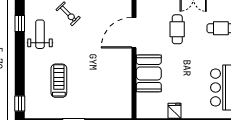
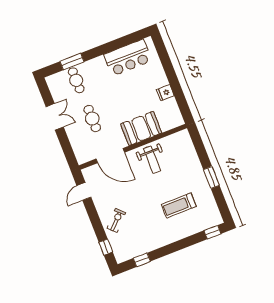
cafe table: (177, 29) -> (92, 119), turned 90
weight bench: (40, 34) -> (152, 160), moved, turned -90

